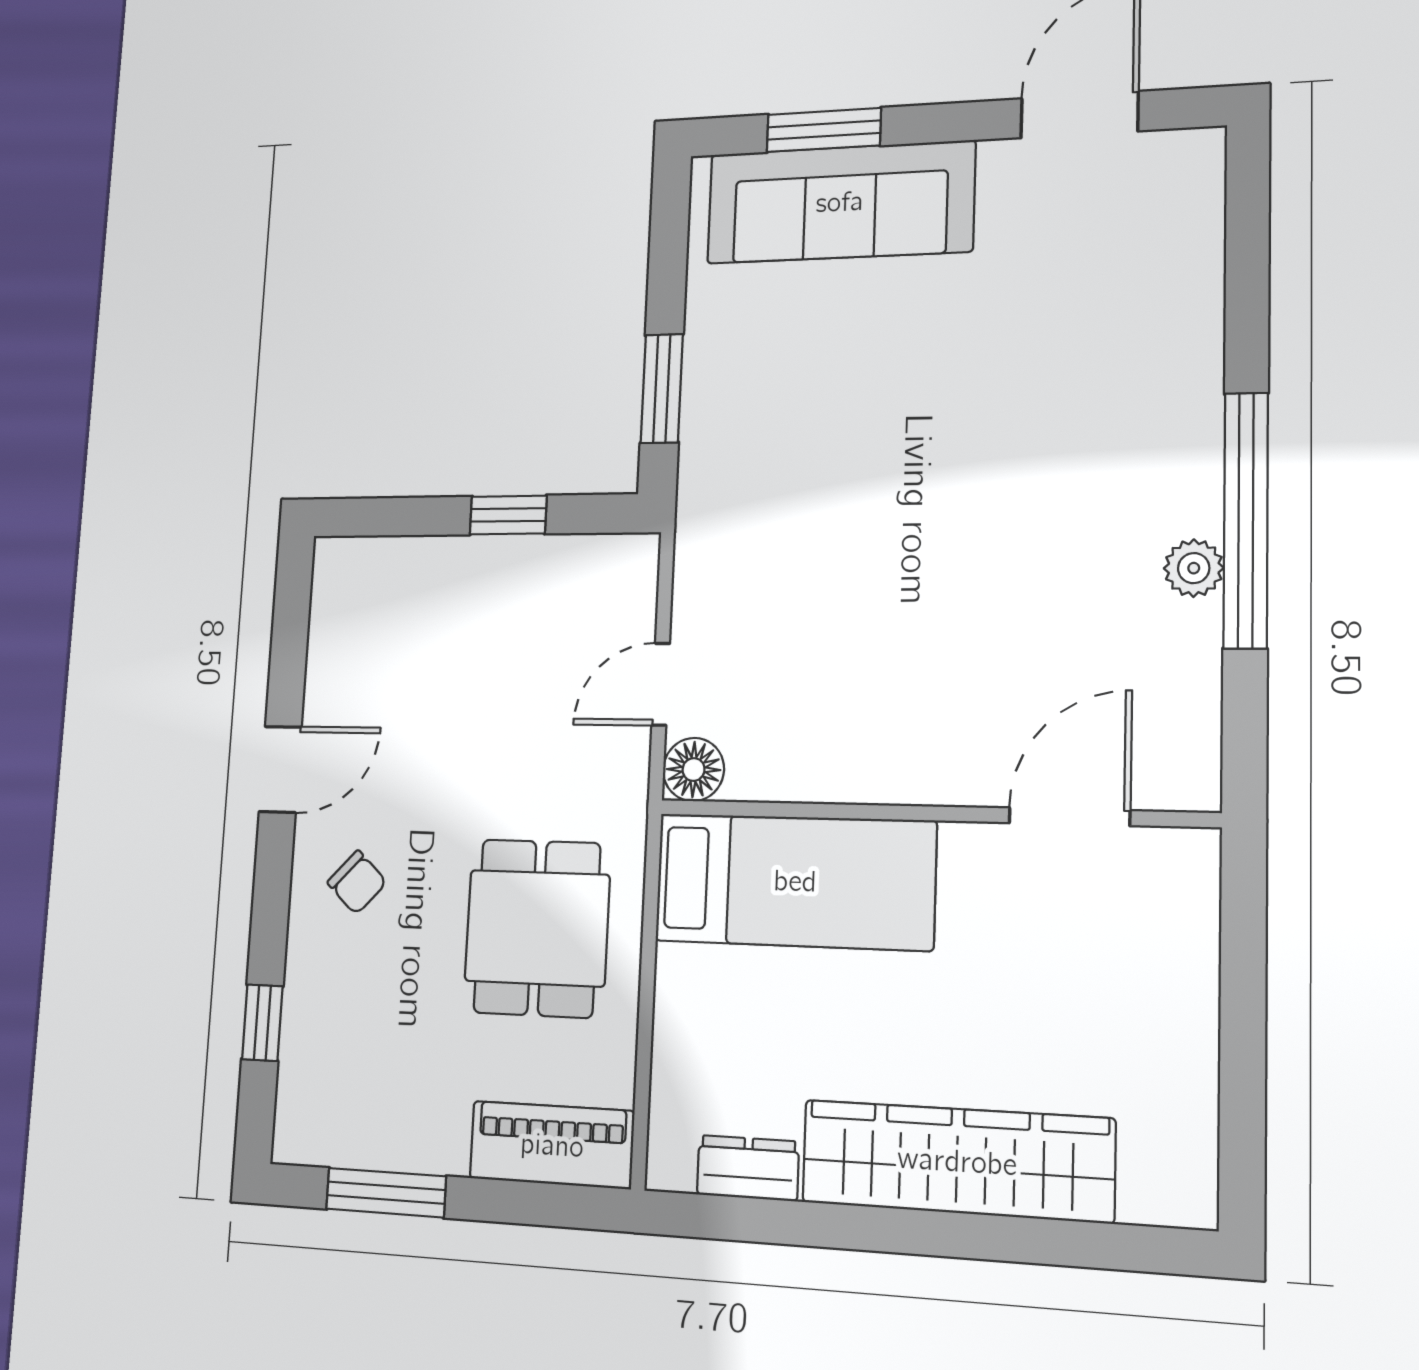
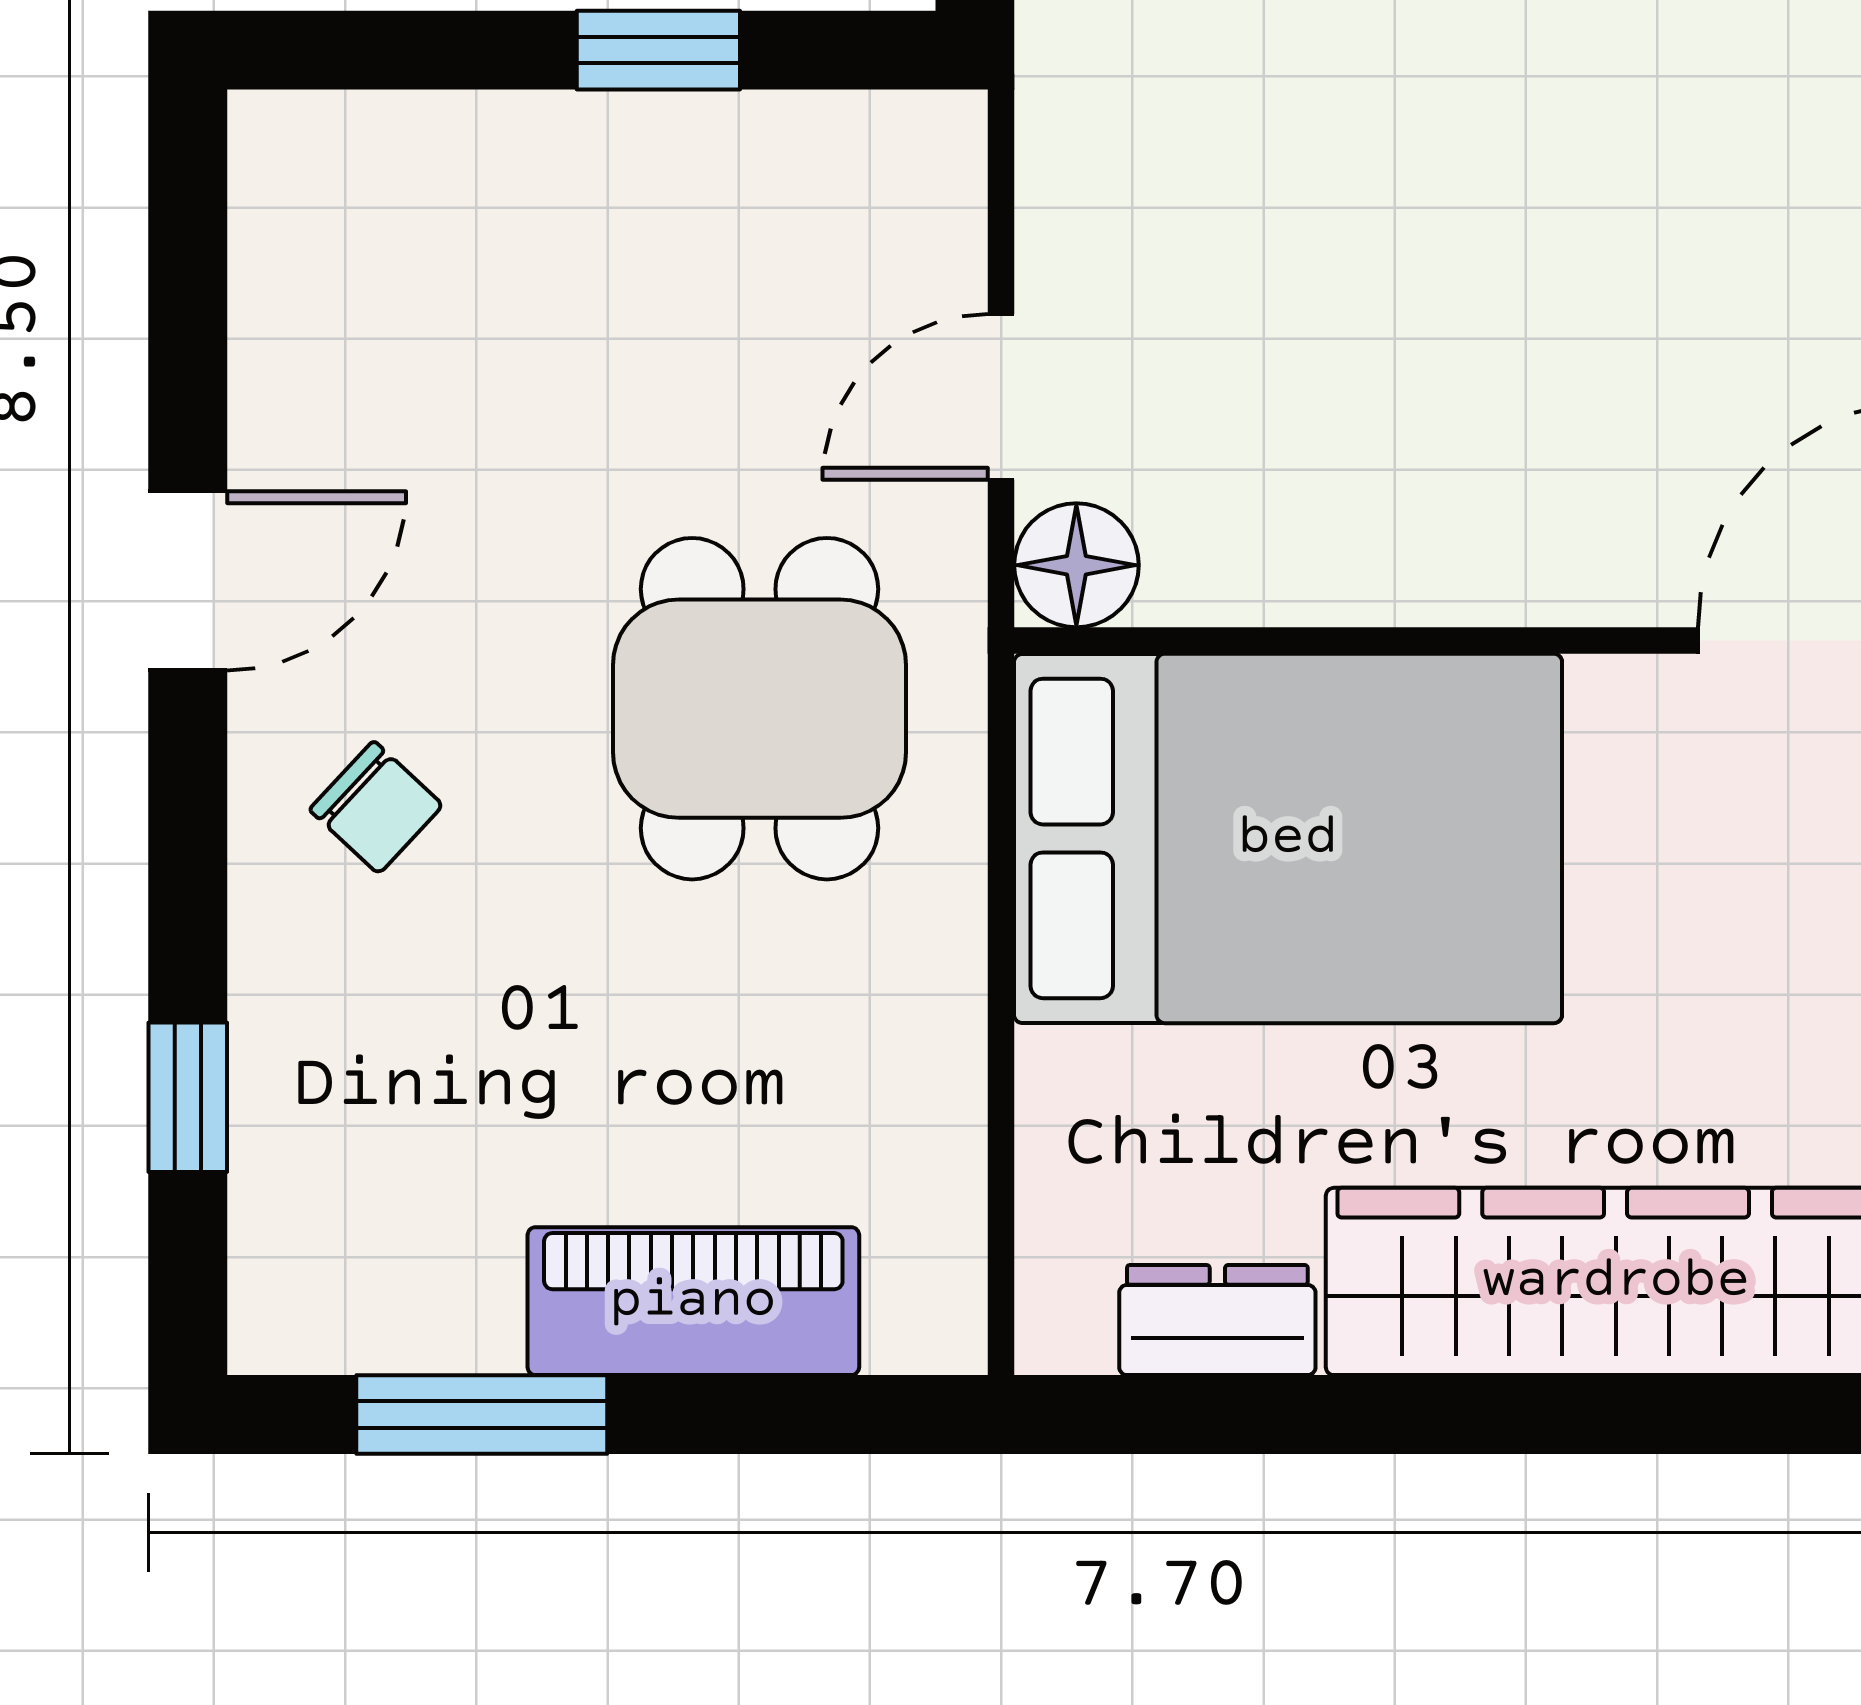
bed: (795, 881) -> (1288, 838), width x1.50
dining table: (537, 928) -> (760, 709), moved
piano: (552, 1145) -> (693, 1301), moved

